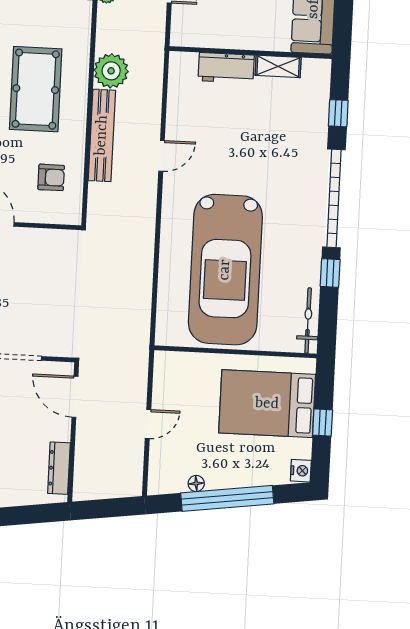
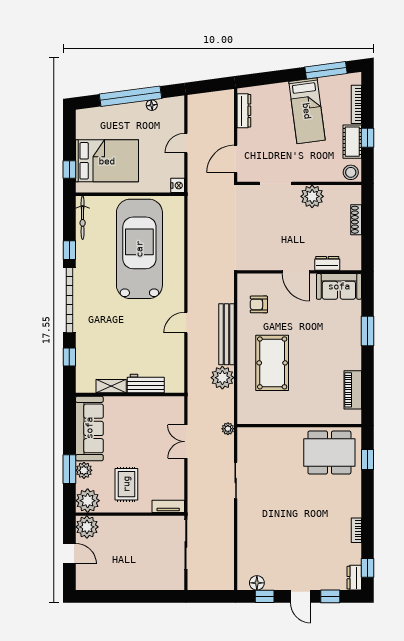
door: (75, 397) -> (236, 159), swing flipped
window: (323, 422) -> (69, 170), moved
nightstand: (301, 471) -> (178, 185), moved, turned 180

